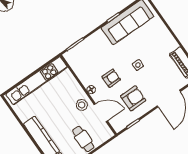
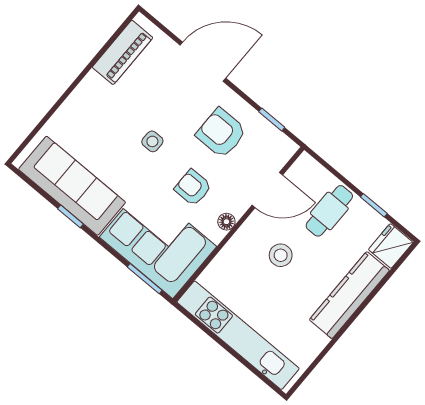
corner sofa: (90, 55) -> (158, 242), added
stool: (82, 105) -> (281, 255), moved
door: (101, 113) -> (267, 190), swing flipped

